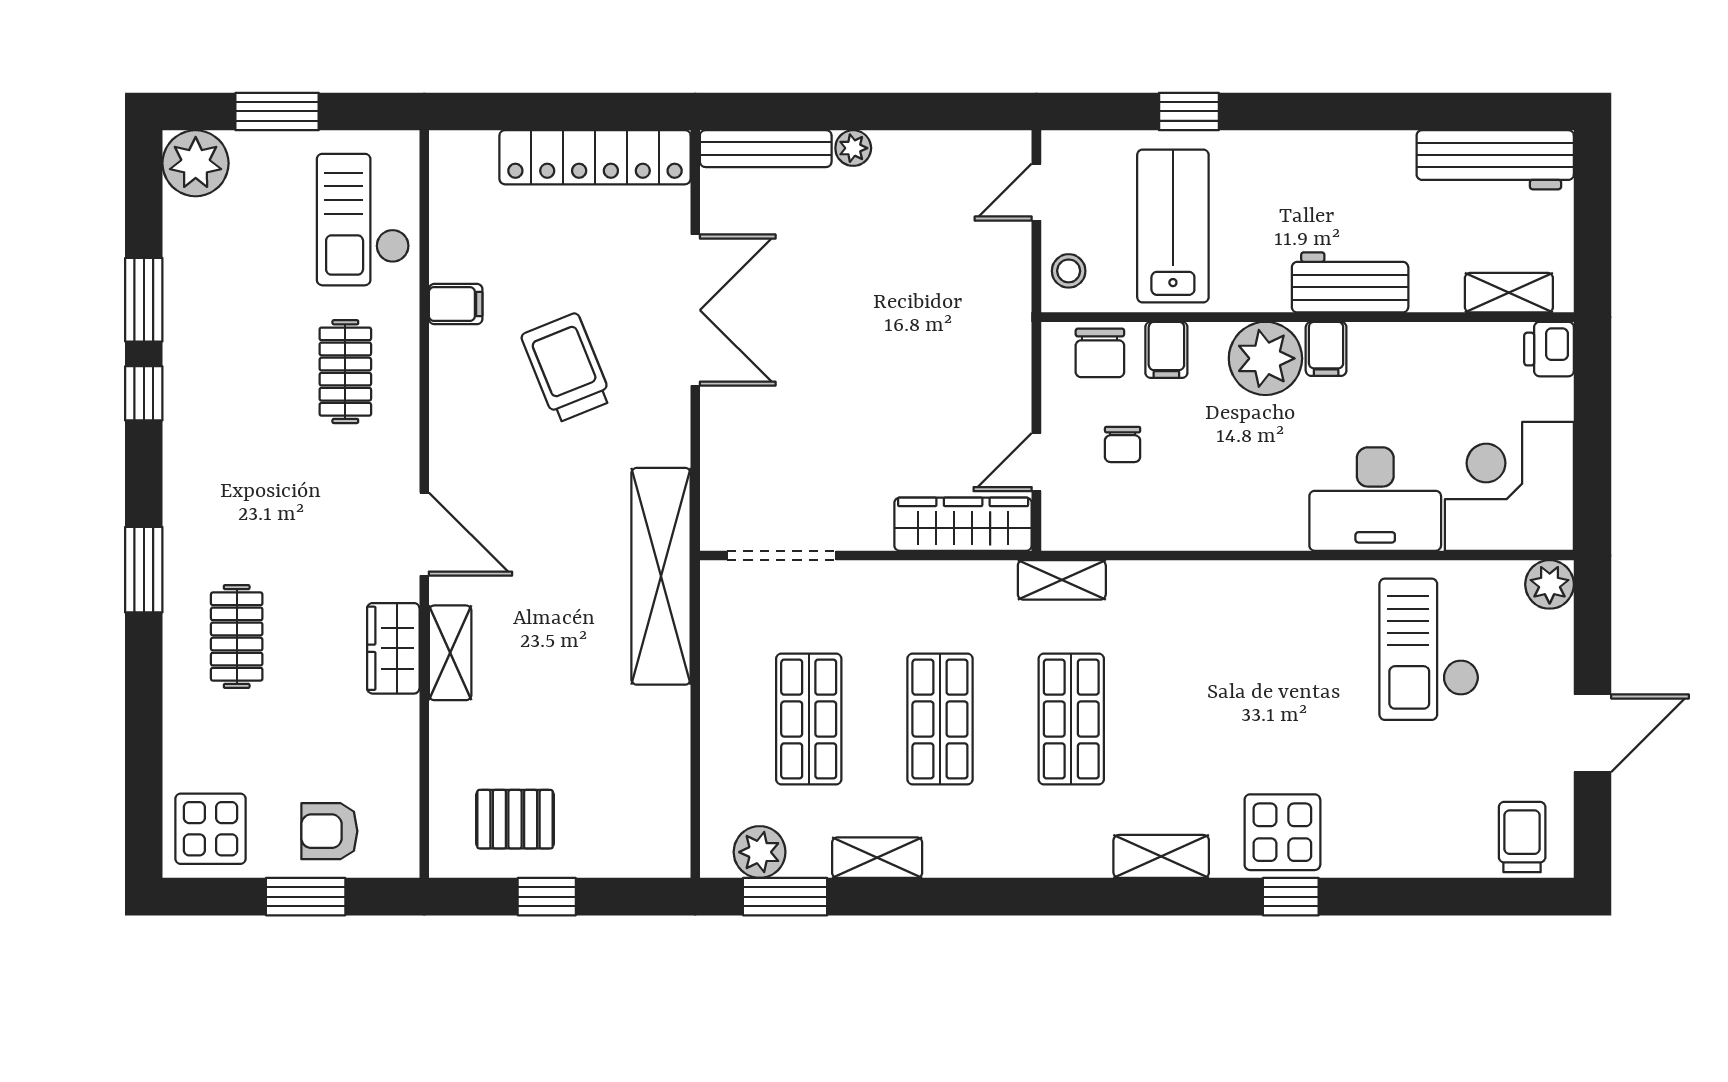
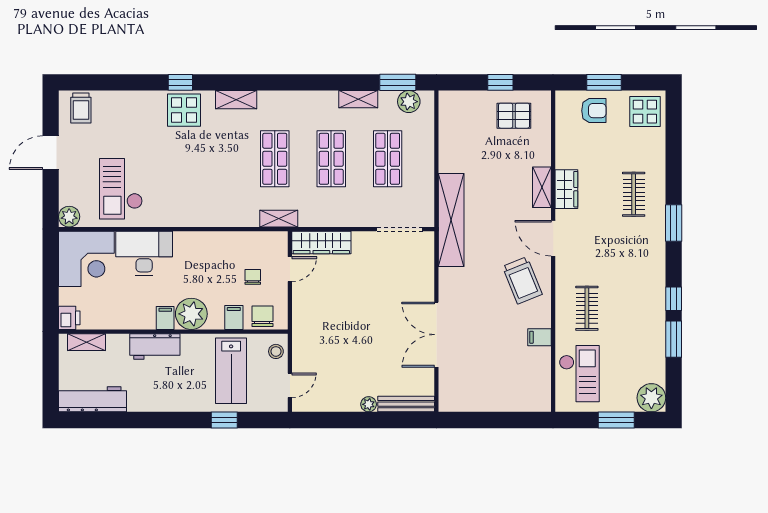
locker: (595, 157) -> (480, 400), removed
trolley: (567, 368) -> (522, 280), moved
checkout: (1429, 649) -> (121, 189), turned 180

